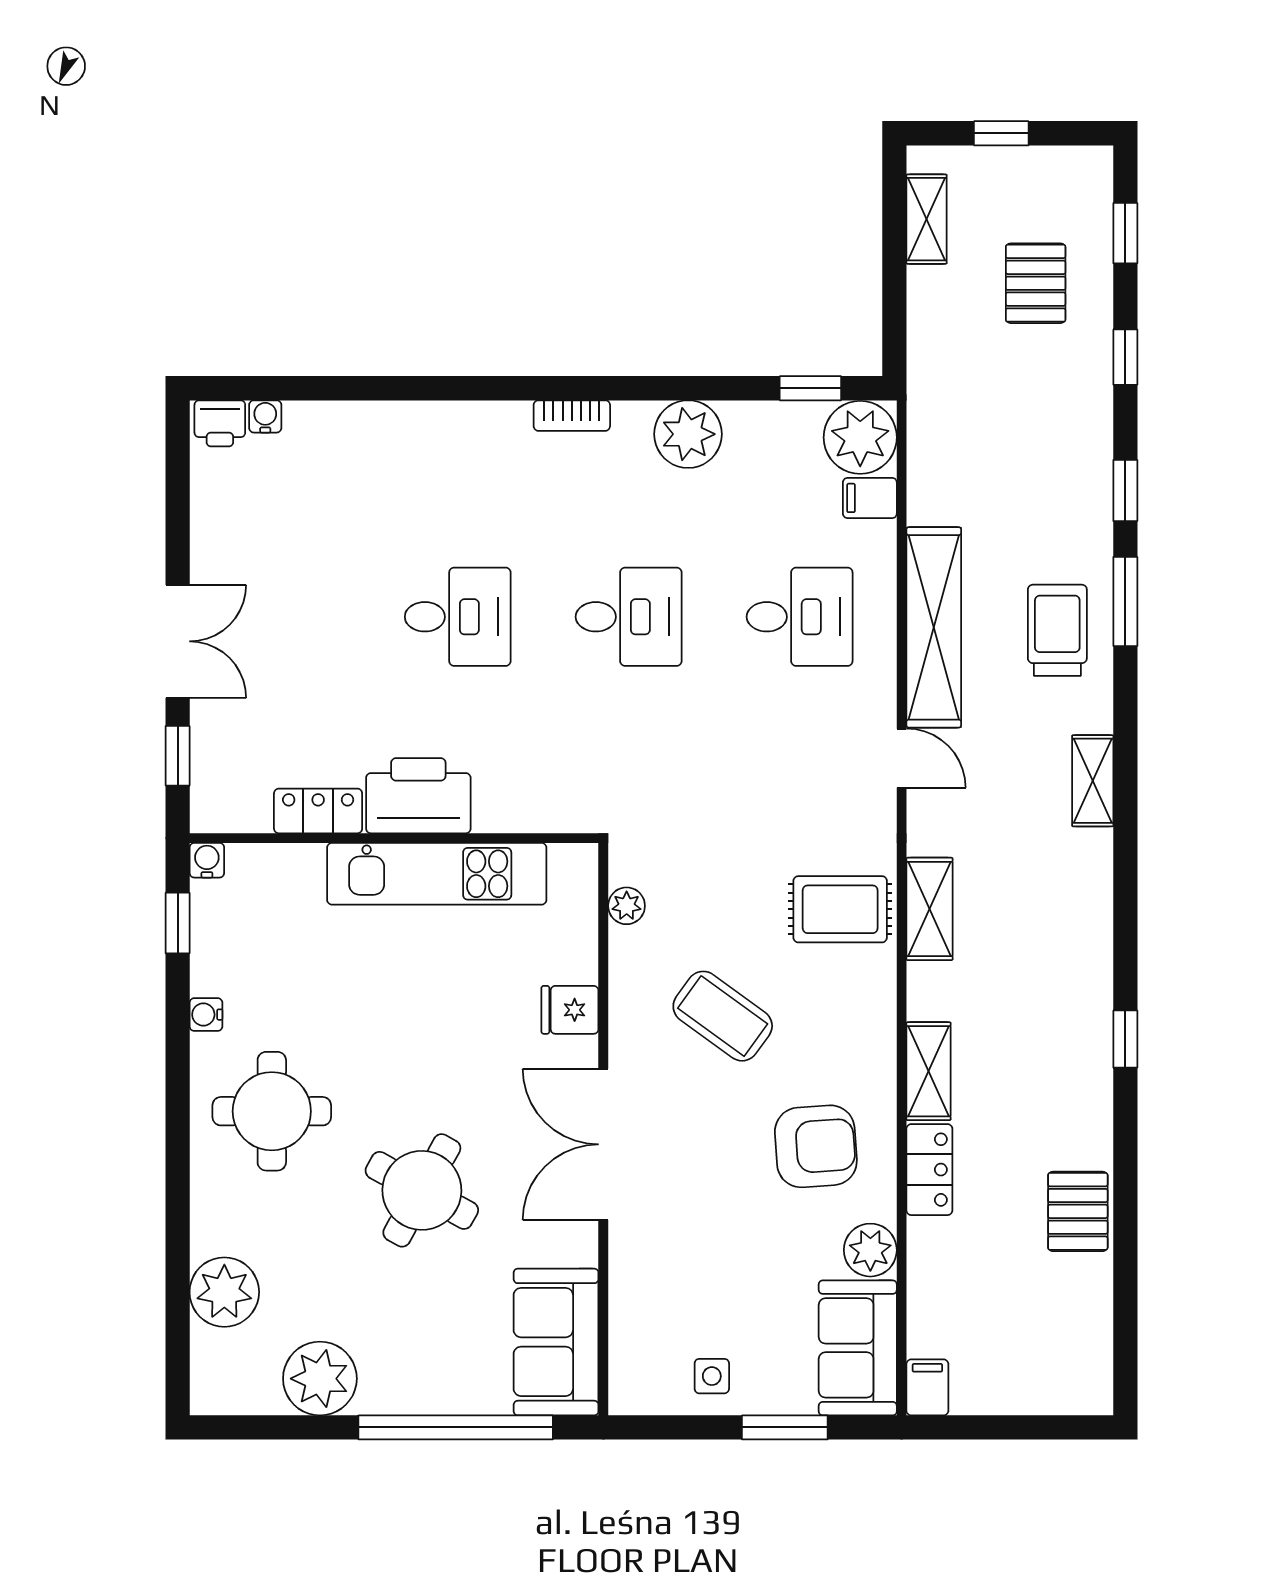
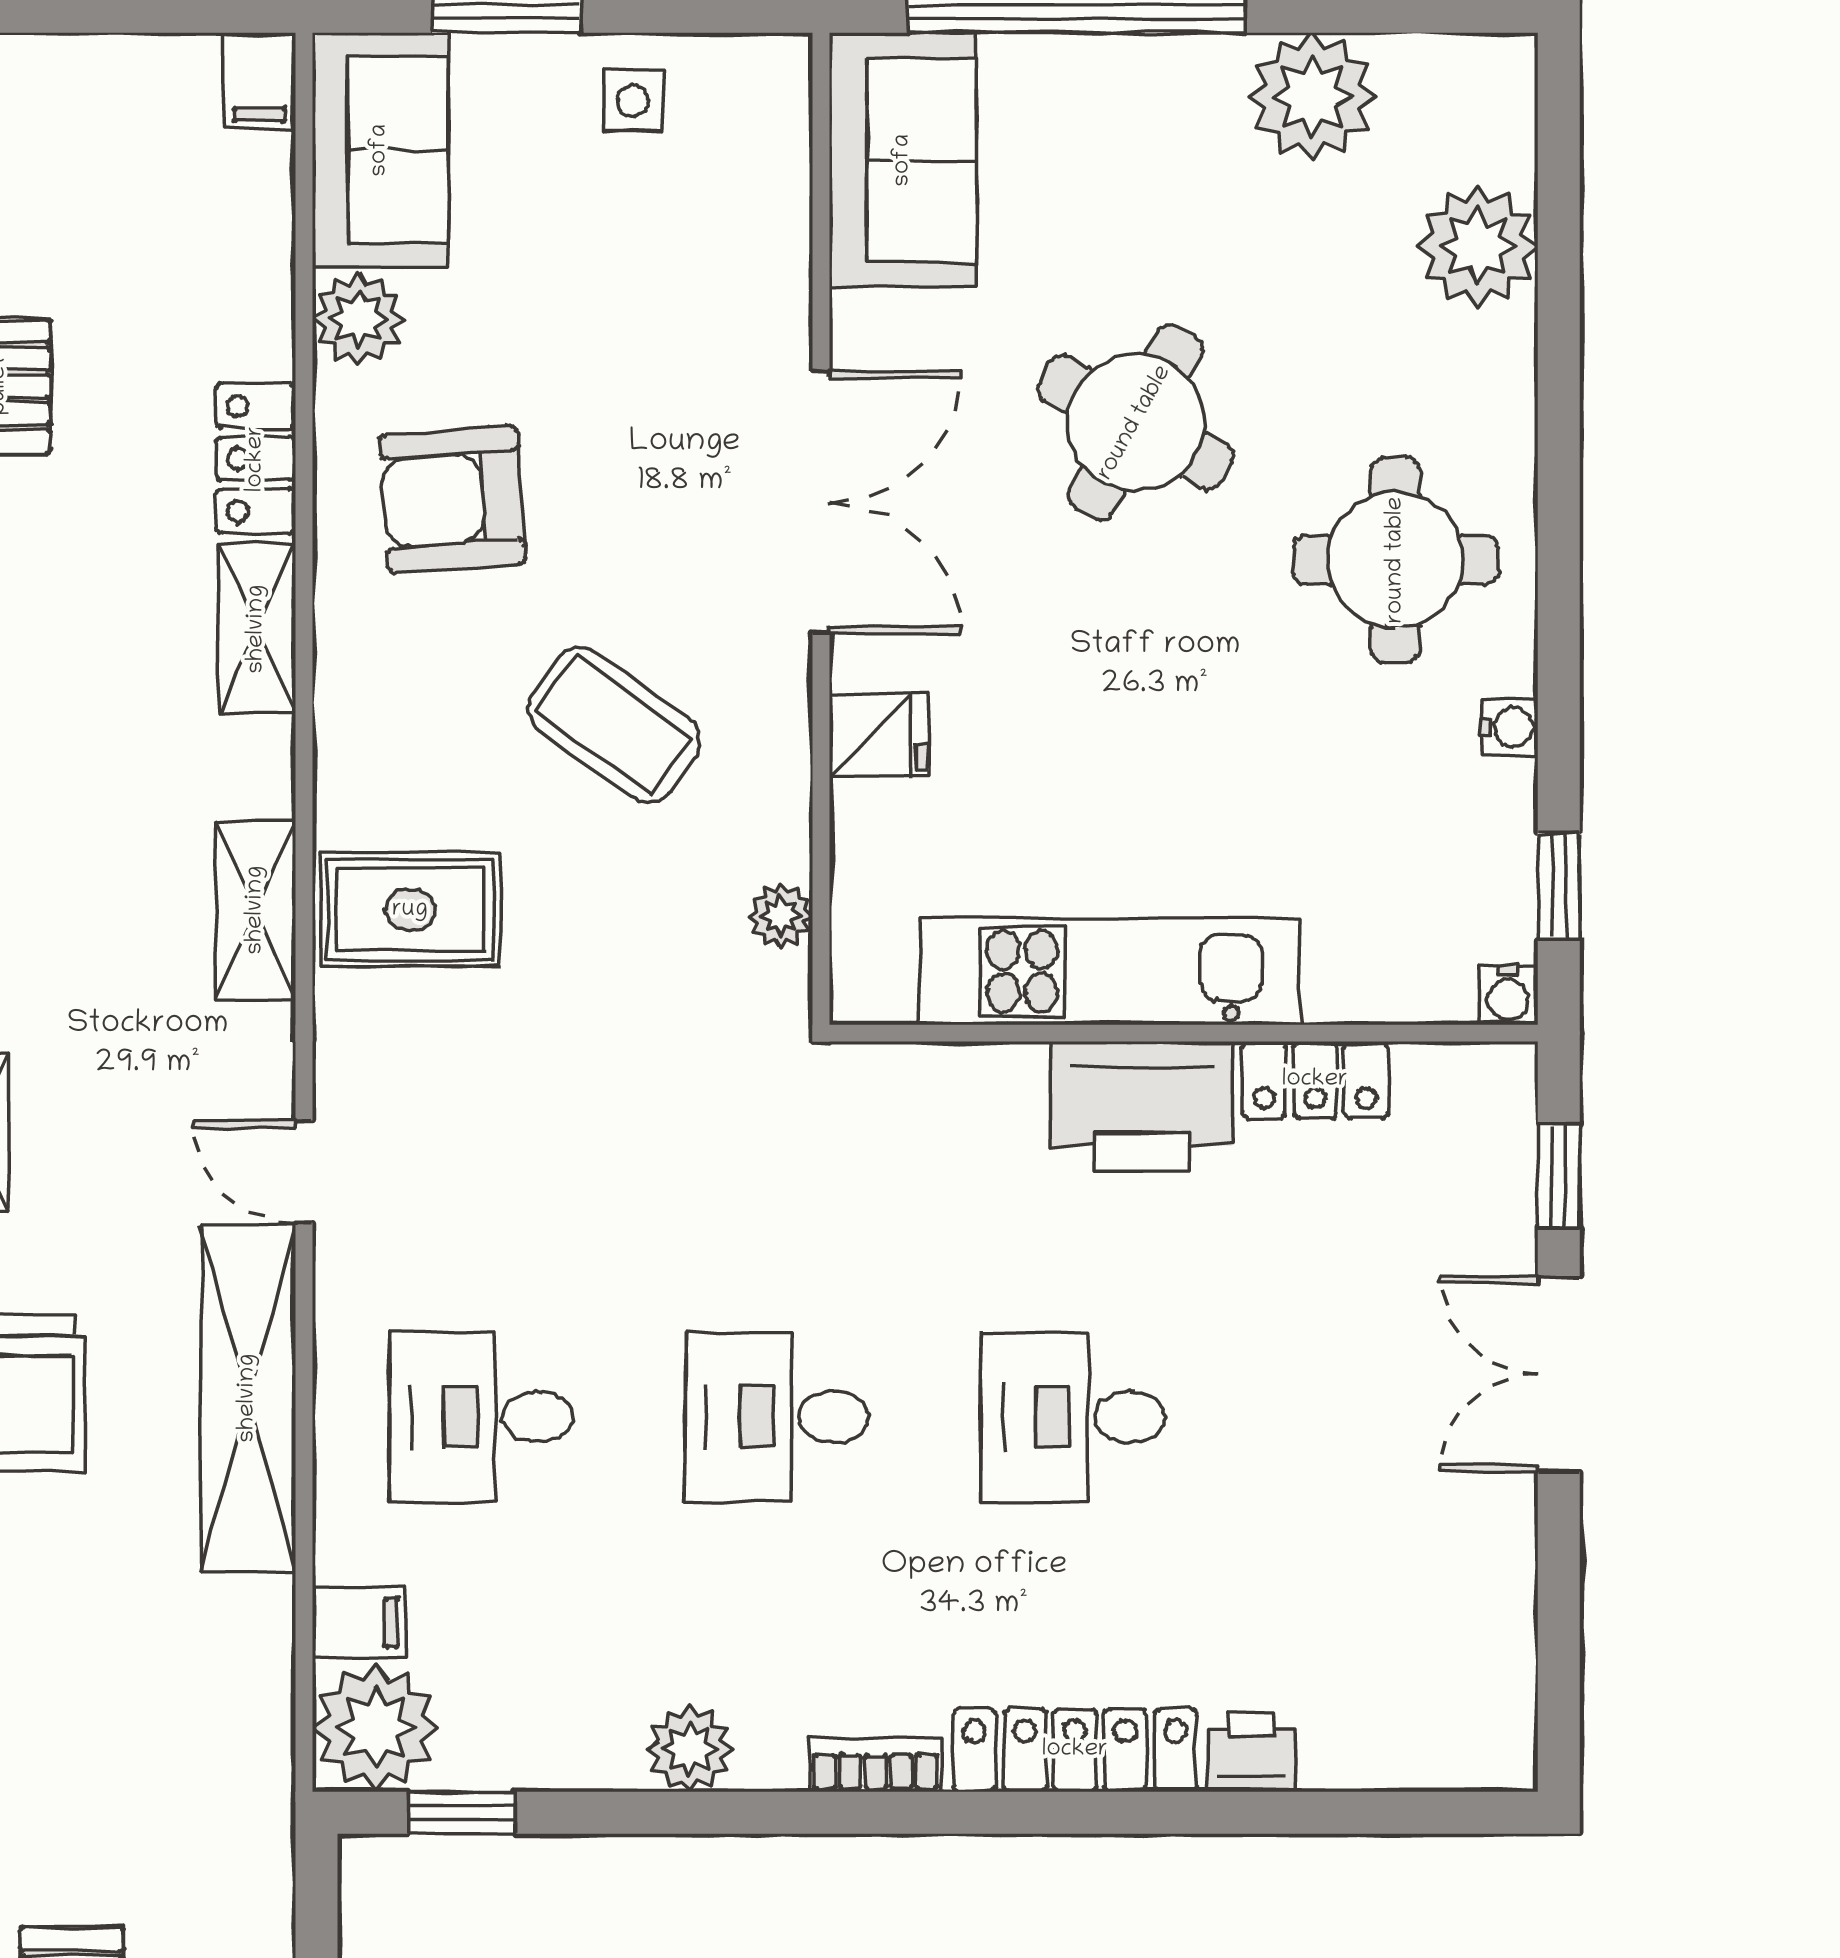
water cooler: (265, 416) -> (1407, 1764), removed
printer: (220, 423) -> (1251, 1752), moved
locker: (457, 424) -> (1075, 1750), added
plant: (688, 434) -> (690, 1749), width x0.73, depth x0.73

